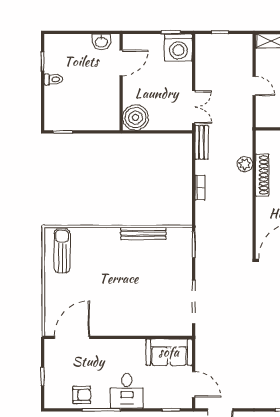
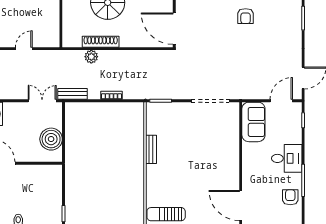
boiler: (136, 118) -> (51, 139), moved
bench: (143, 233) -> (151, 149), width x0.73

